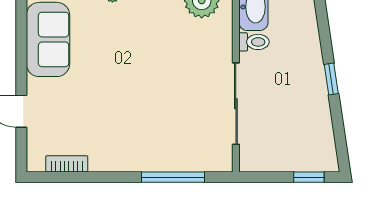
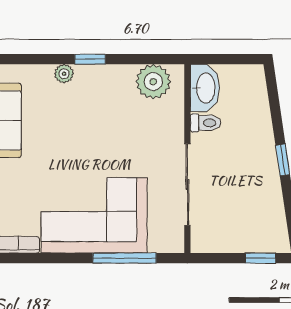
corner sofa: (143, 134) -> (94, 215), added

